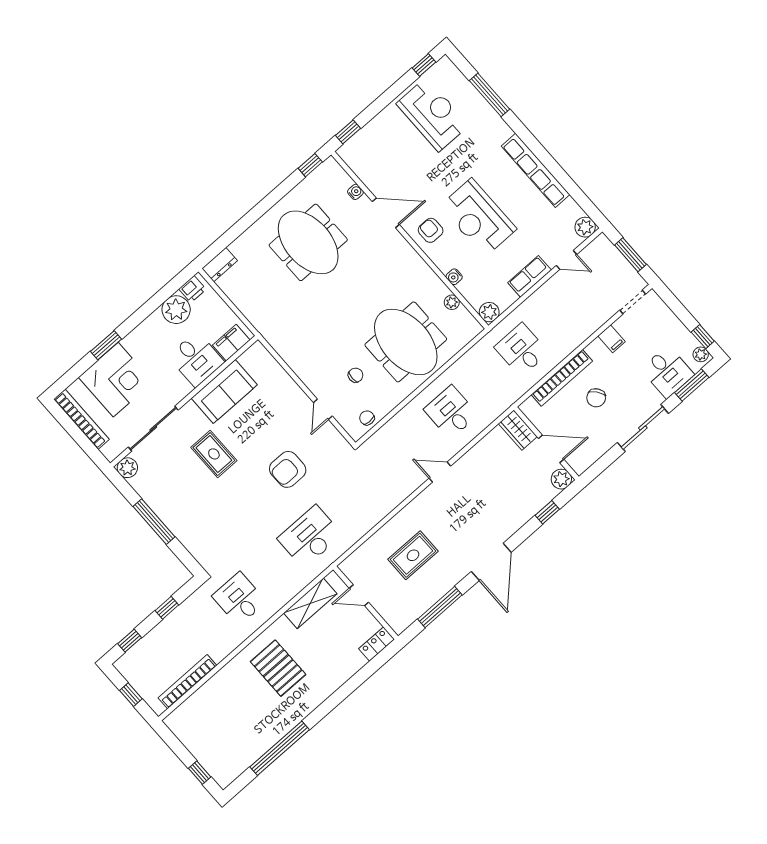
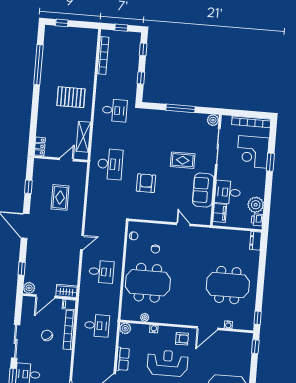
filing cabinet: (612, 339) -> (69, 305), moved
door: (323, 409) -> (183, 224), moved
window: (440, 607) -> (28, 187), width x0.46

